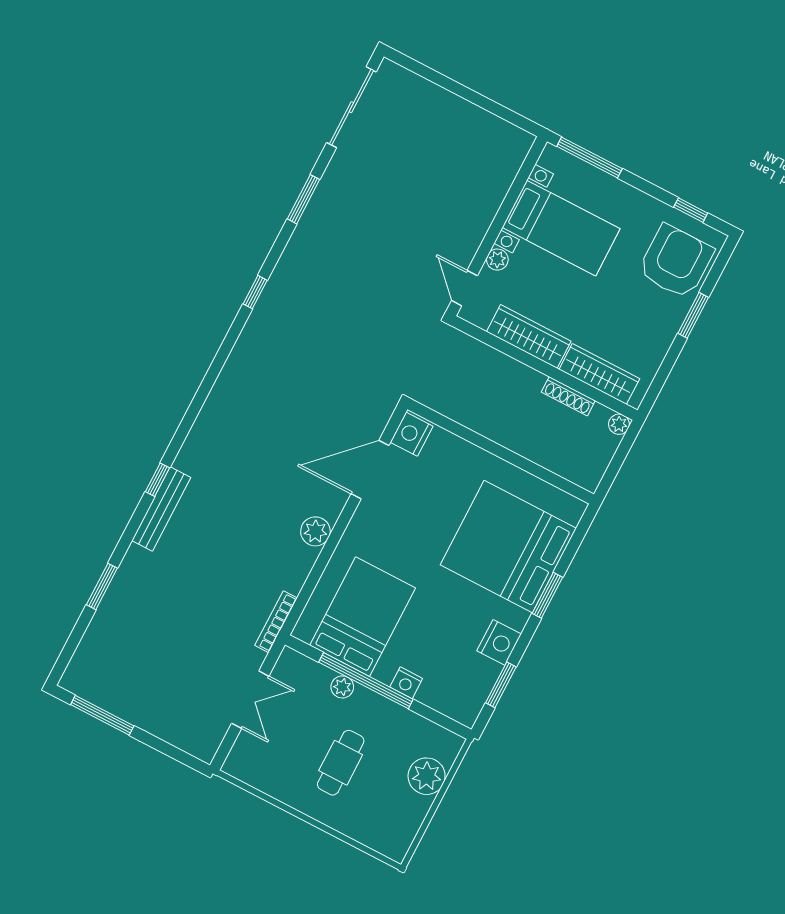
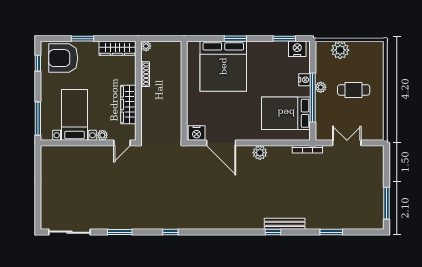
wardrobe: (599, 374) -> (117, 48), moved, turned -90
nightstand: (499, 642) -> (297, 49), moved
plant: (342, 687) -> (321, 87), moved

